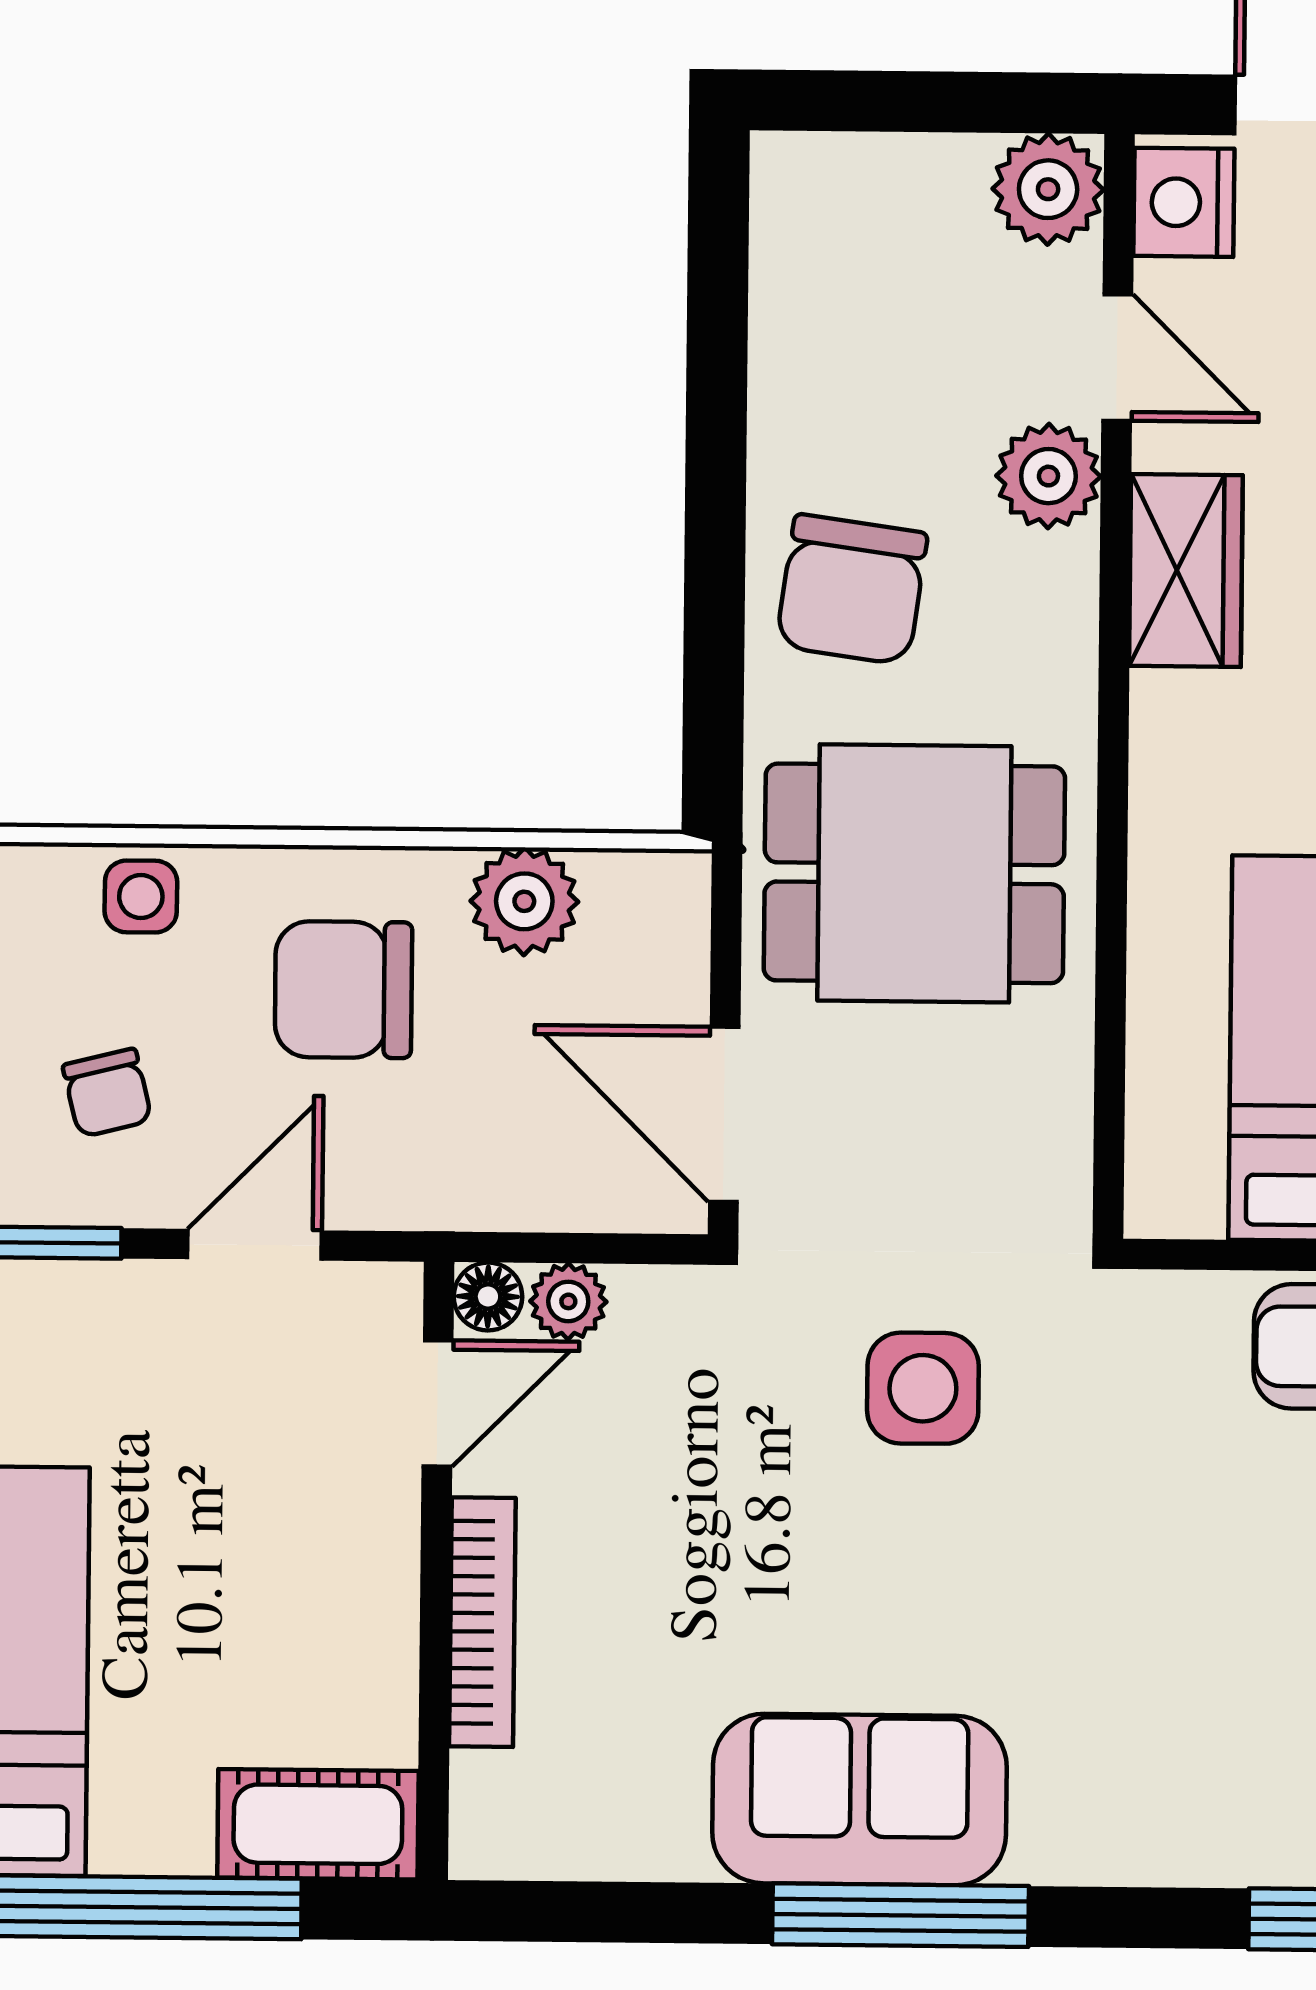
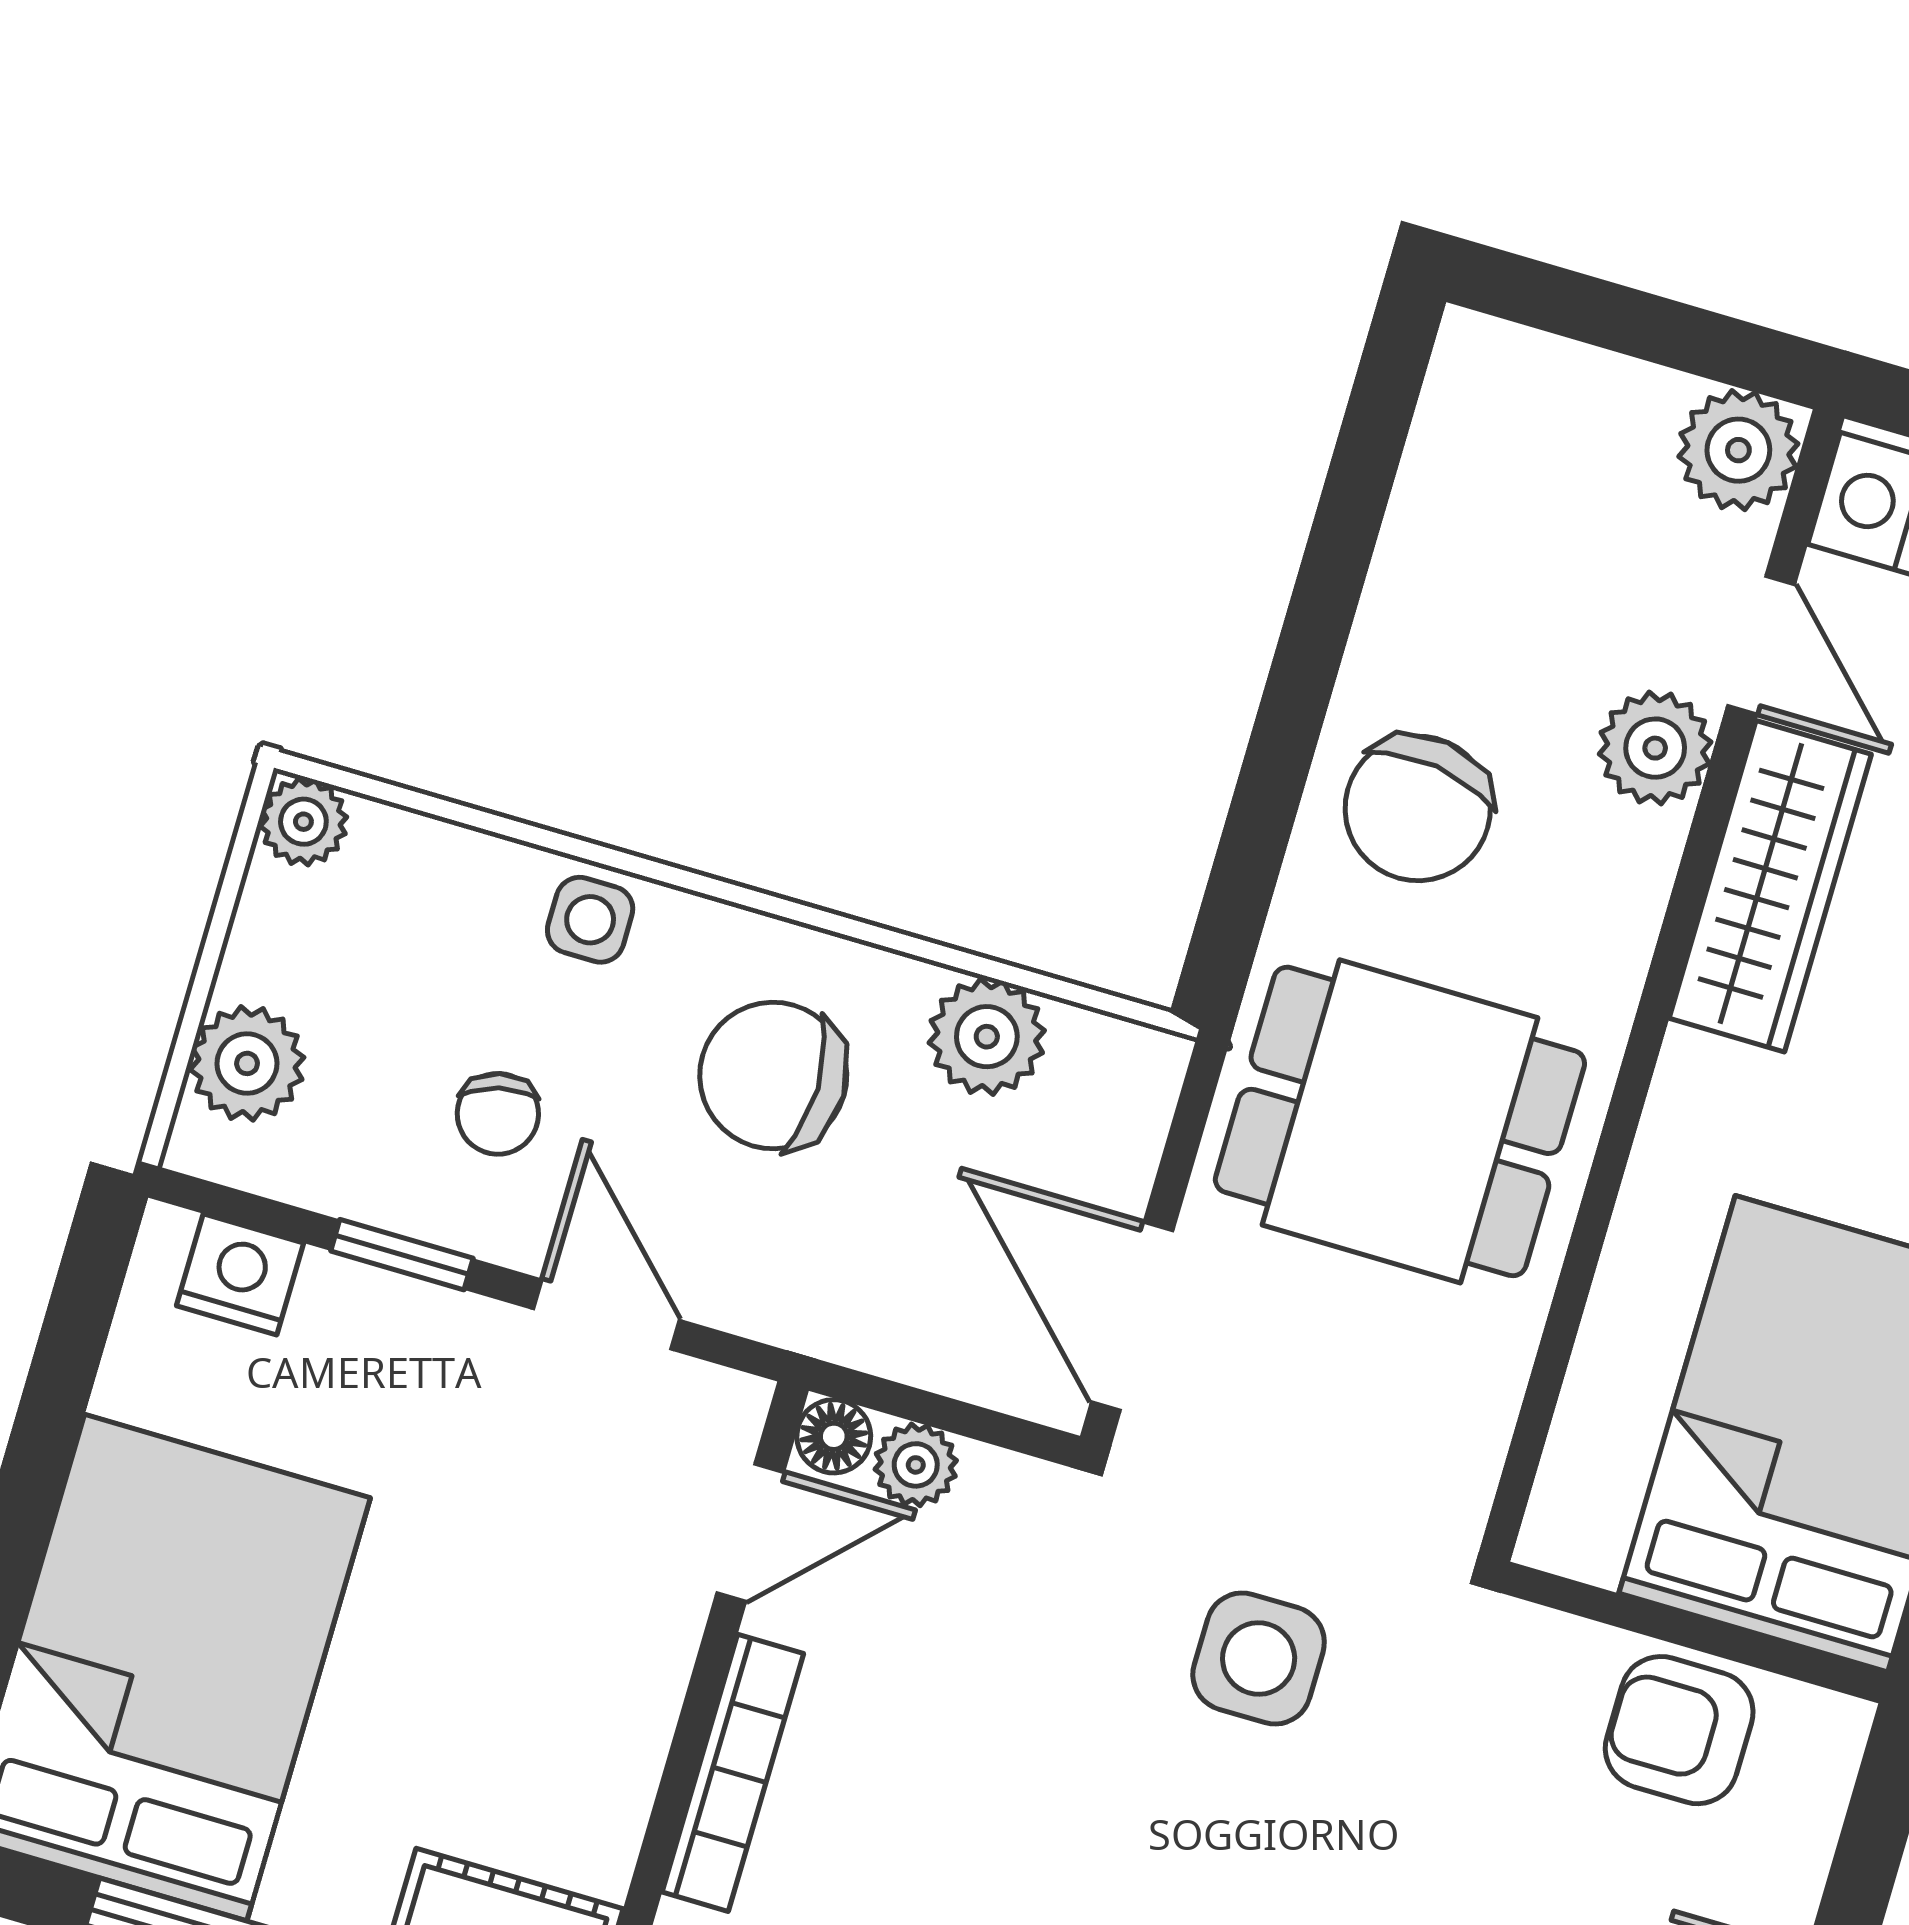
wardrobe: (1186, 571) -> (1770, 886), width x1.50
door: (255, 1245) -> (607, 1314), hinge flipped

